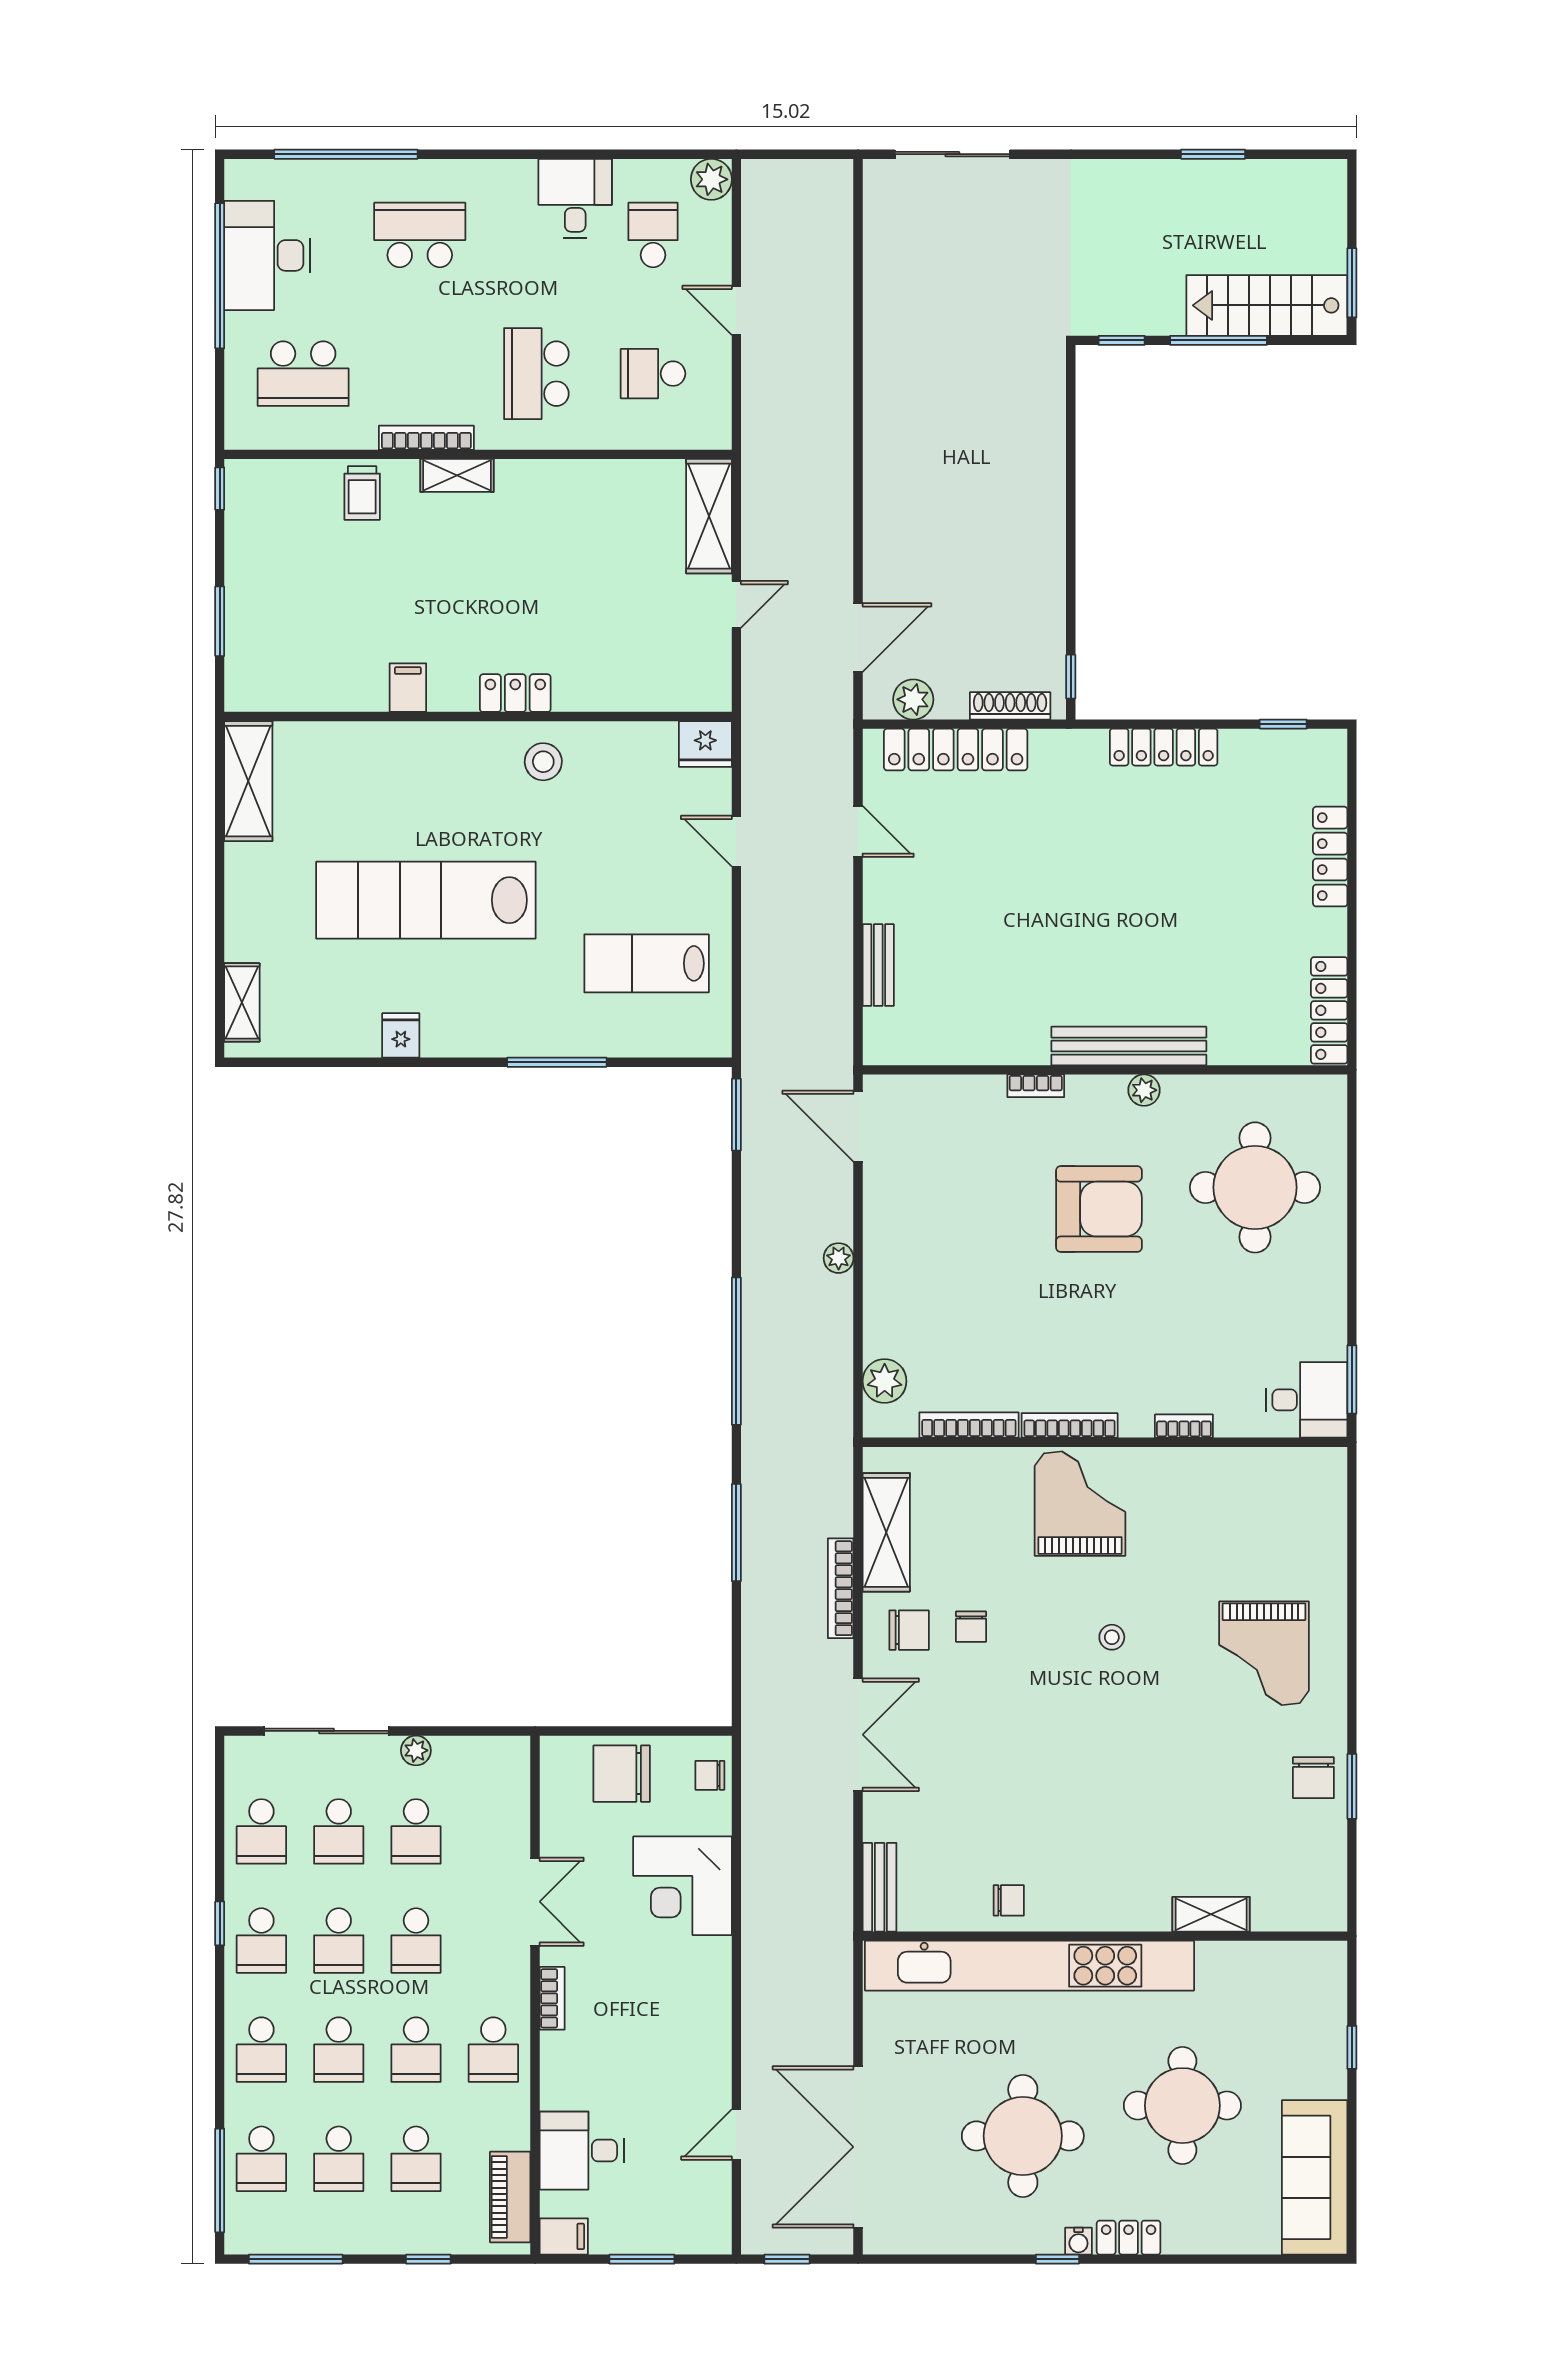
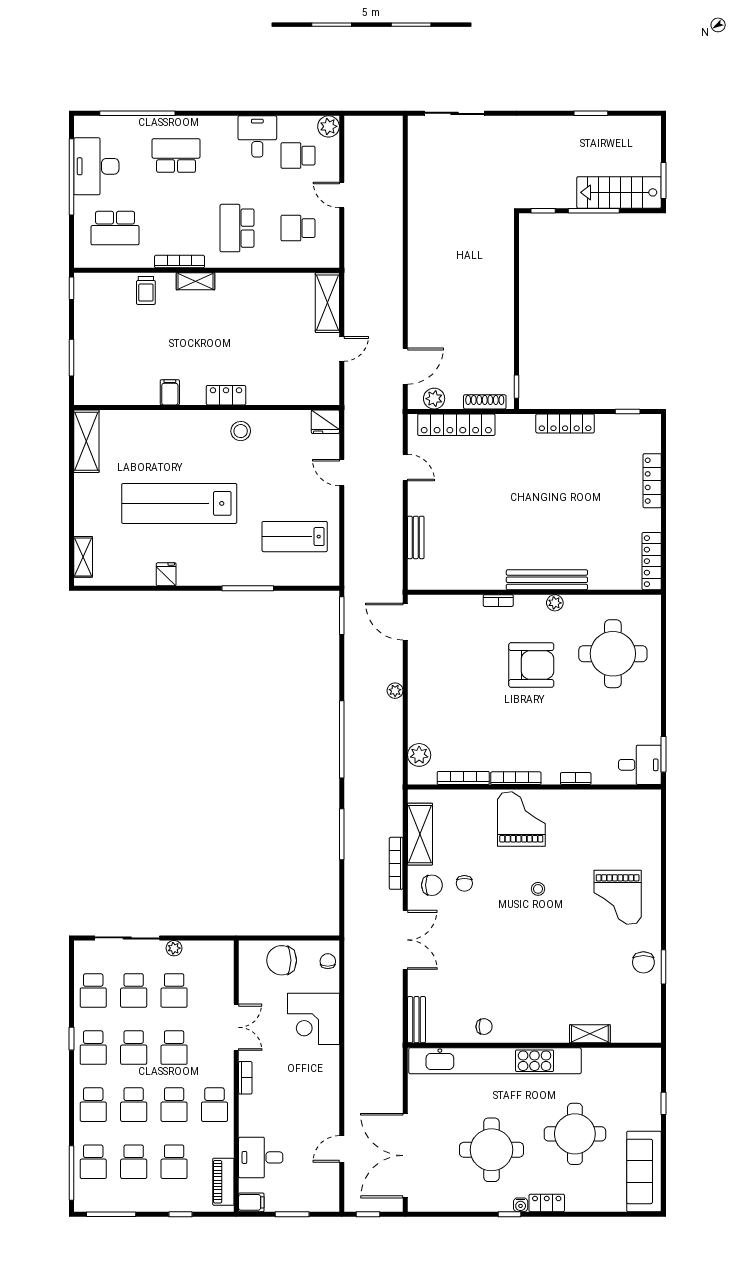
school desk: (653, 235) -> (298, 156), turned -90
chair: (710, 1775) -> (328, 961), turned 90

